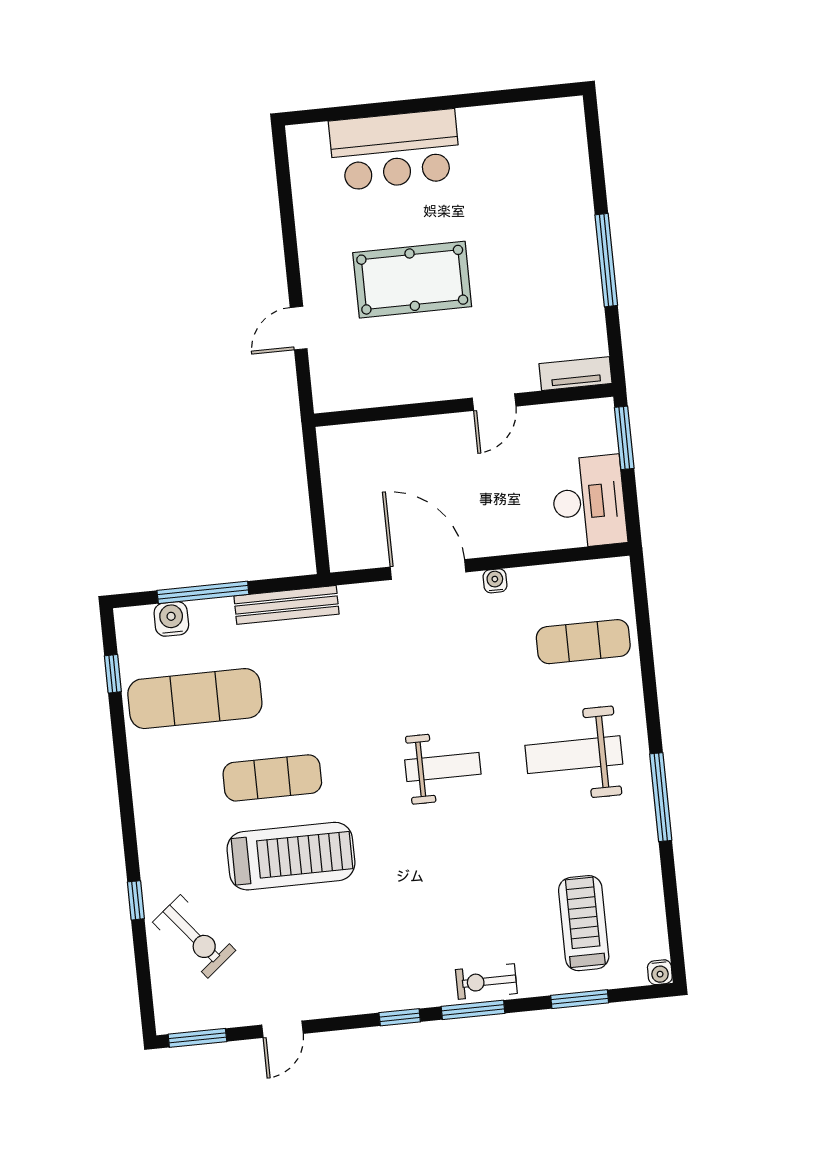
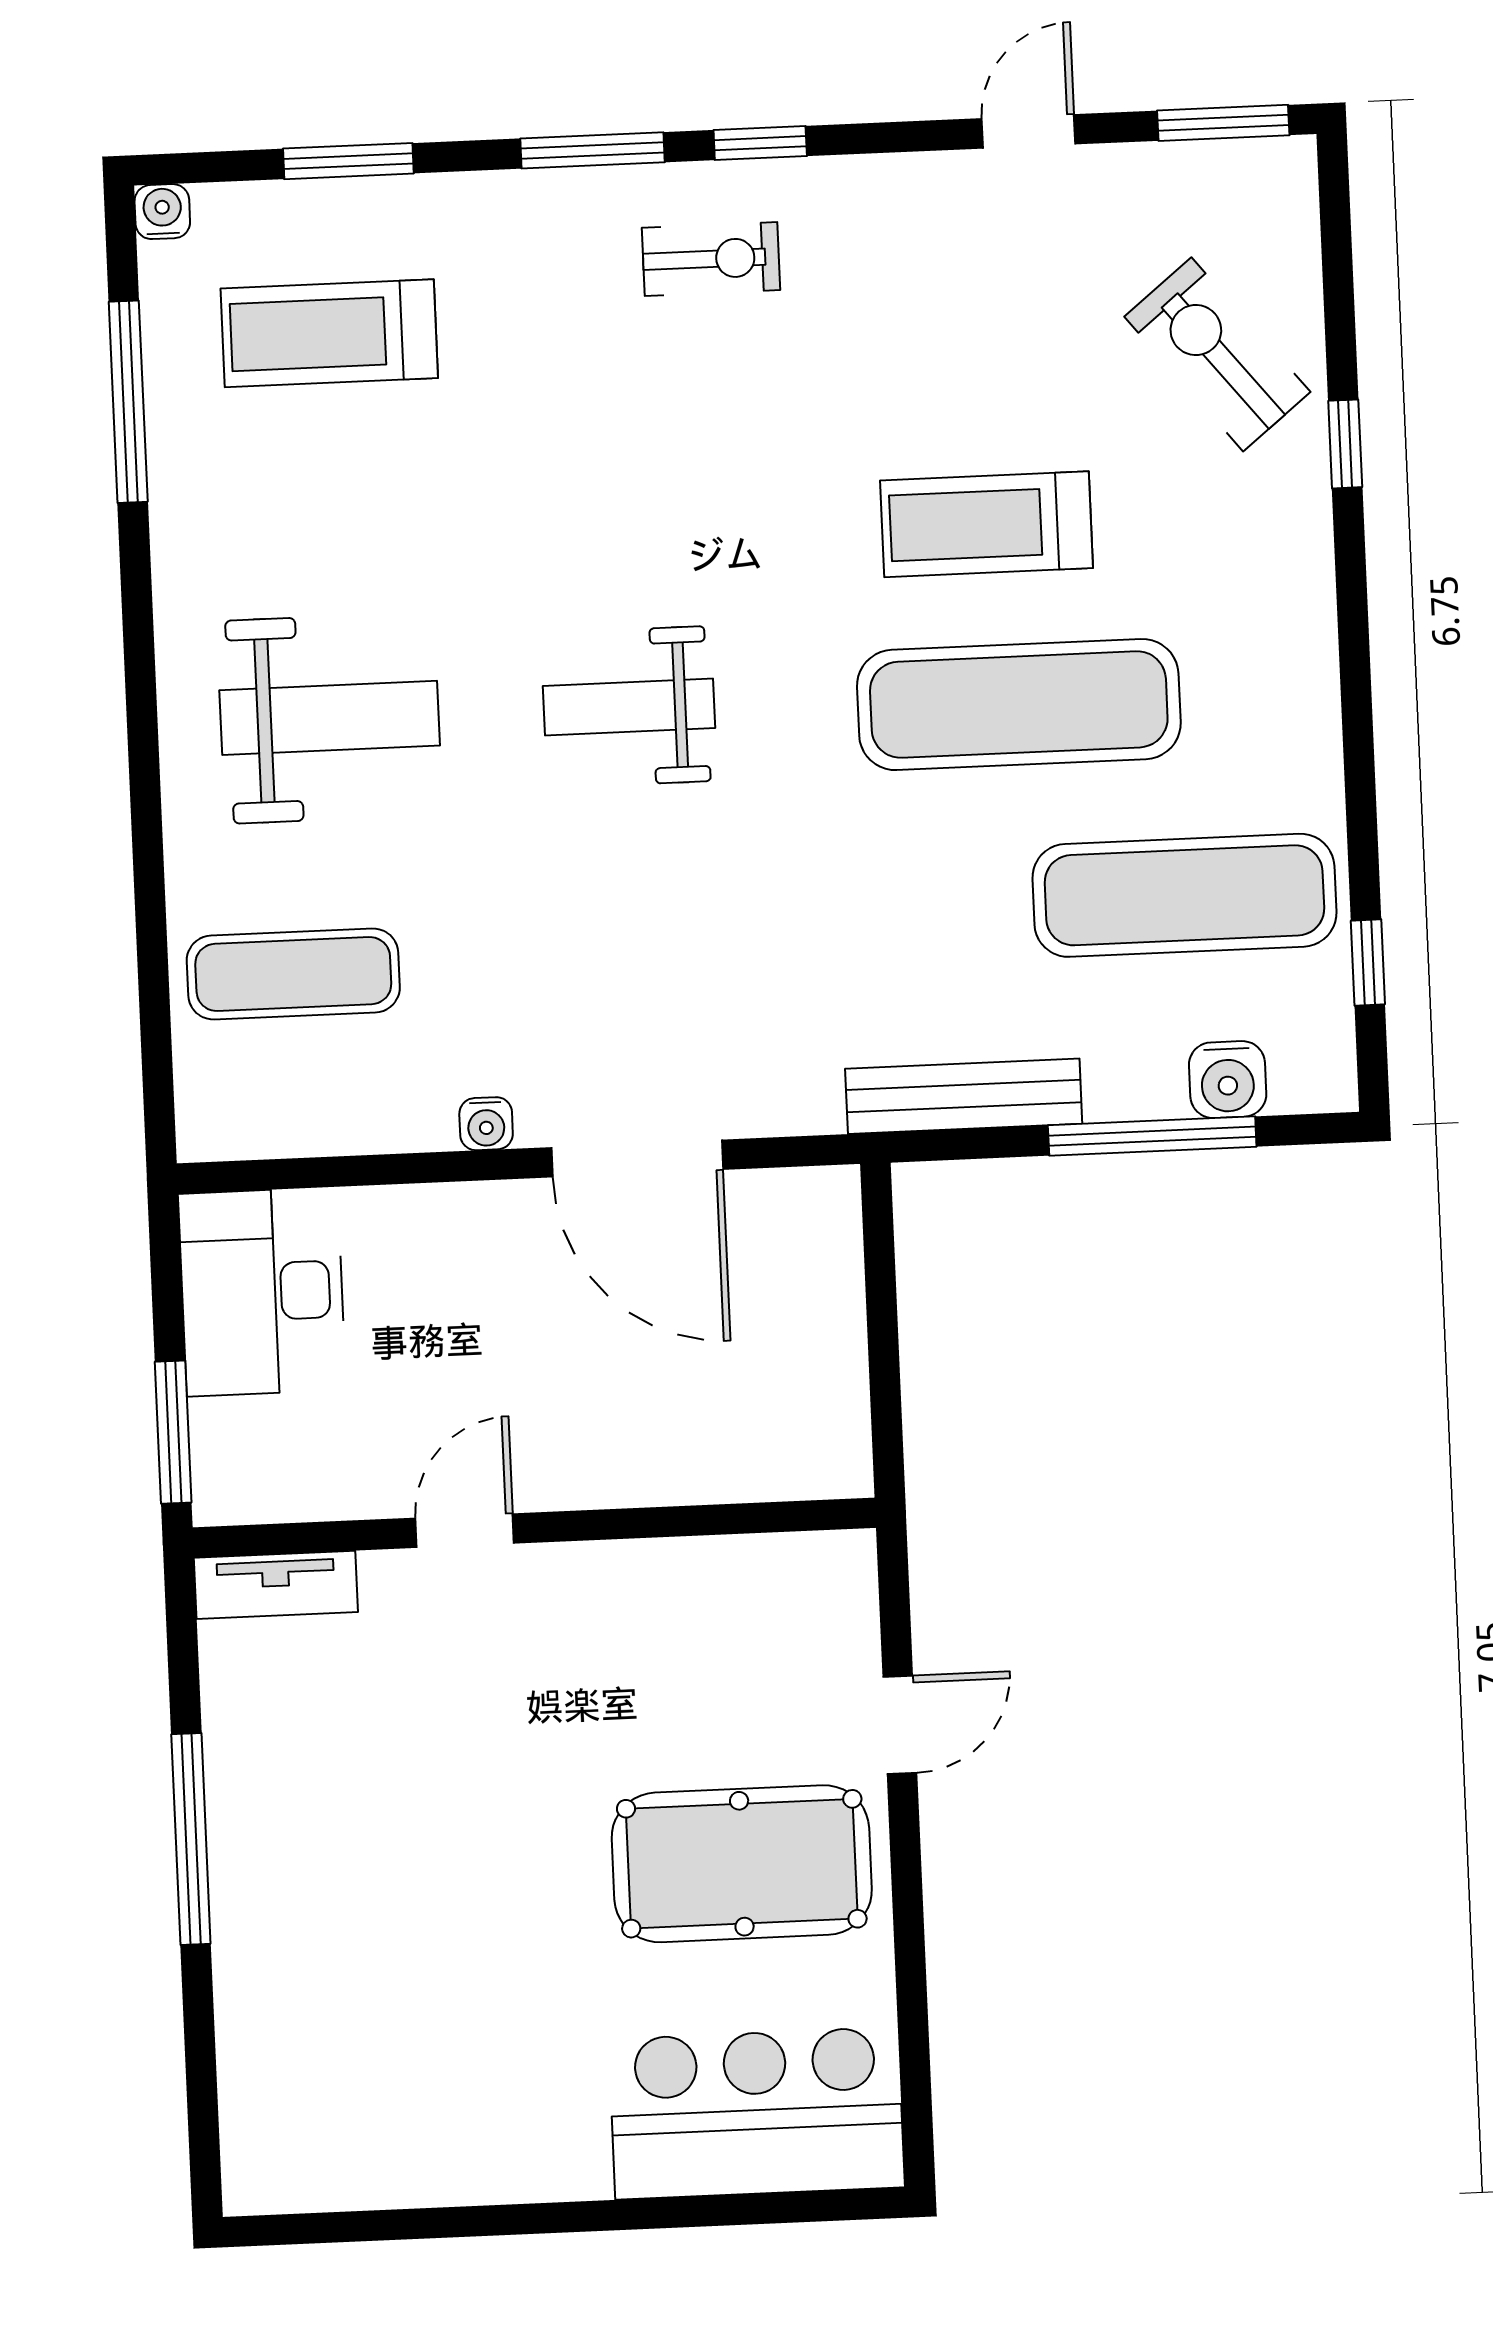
bar counter: (395, 150) -> (757, 2113), moved
pool table: (412, 280) -> (742, 1864), moved
exercise mat: (272, 778) -> (1019, 705), width x1.36, depth x1.45
window: (661, 797) -> (128, 402), moved
treadmill: (291, 856) -> (986, 524), width x0.73, depth x0.73
treadmill: (584, 923) -> (329, 333), turned 90
exercise bike: (486, 981) -> (711, 259), moved

